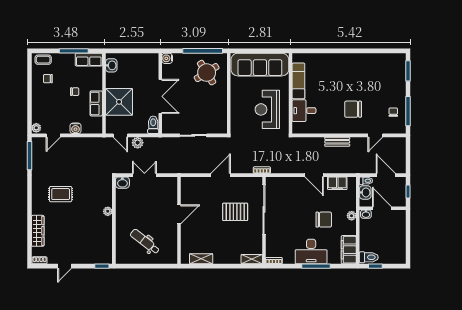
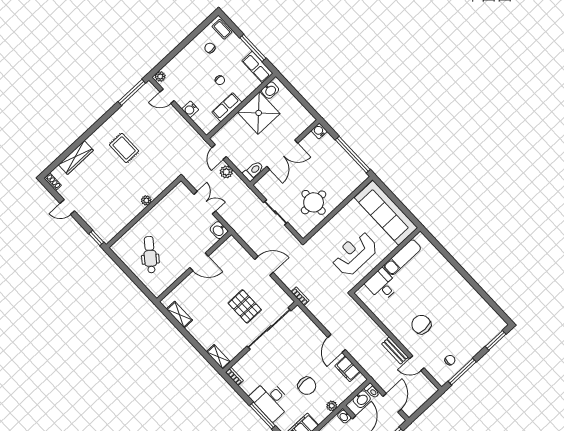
round table: (207, 73) -> (314, 202), moved, turned 32
shower: (119, 102) -> (259, 113), moved
bench: (337, 142) -> (395, 351), moved
washbasin: (122, 183) -> (219, 230), moved

